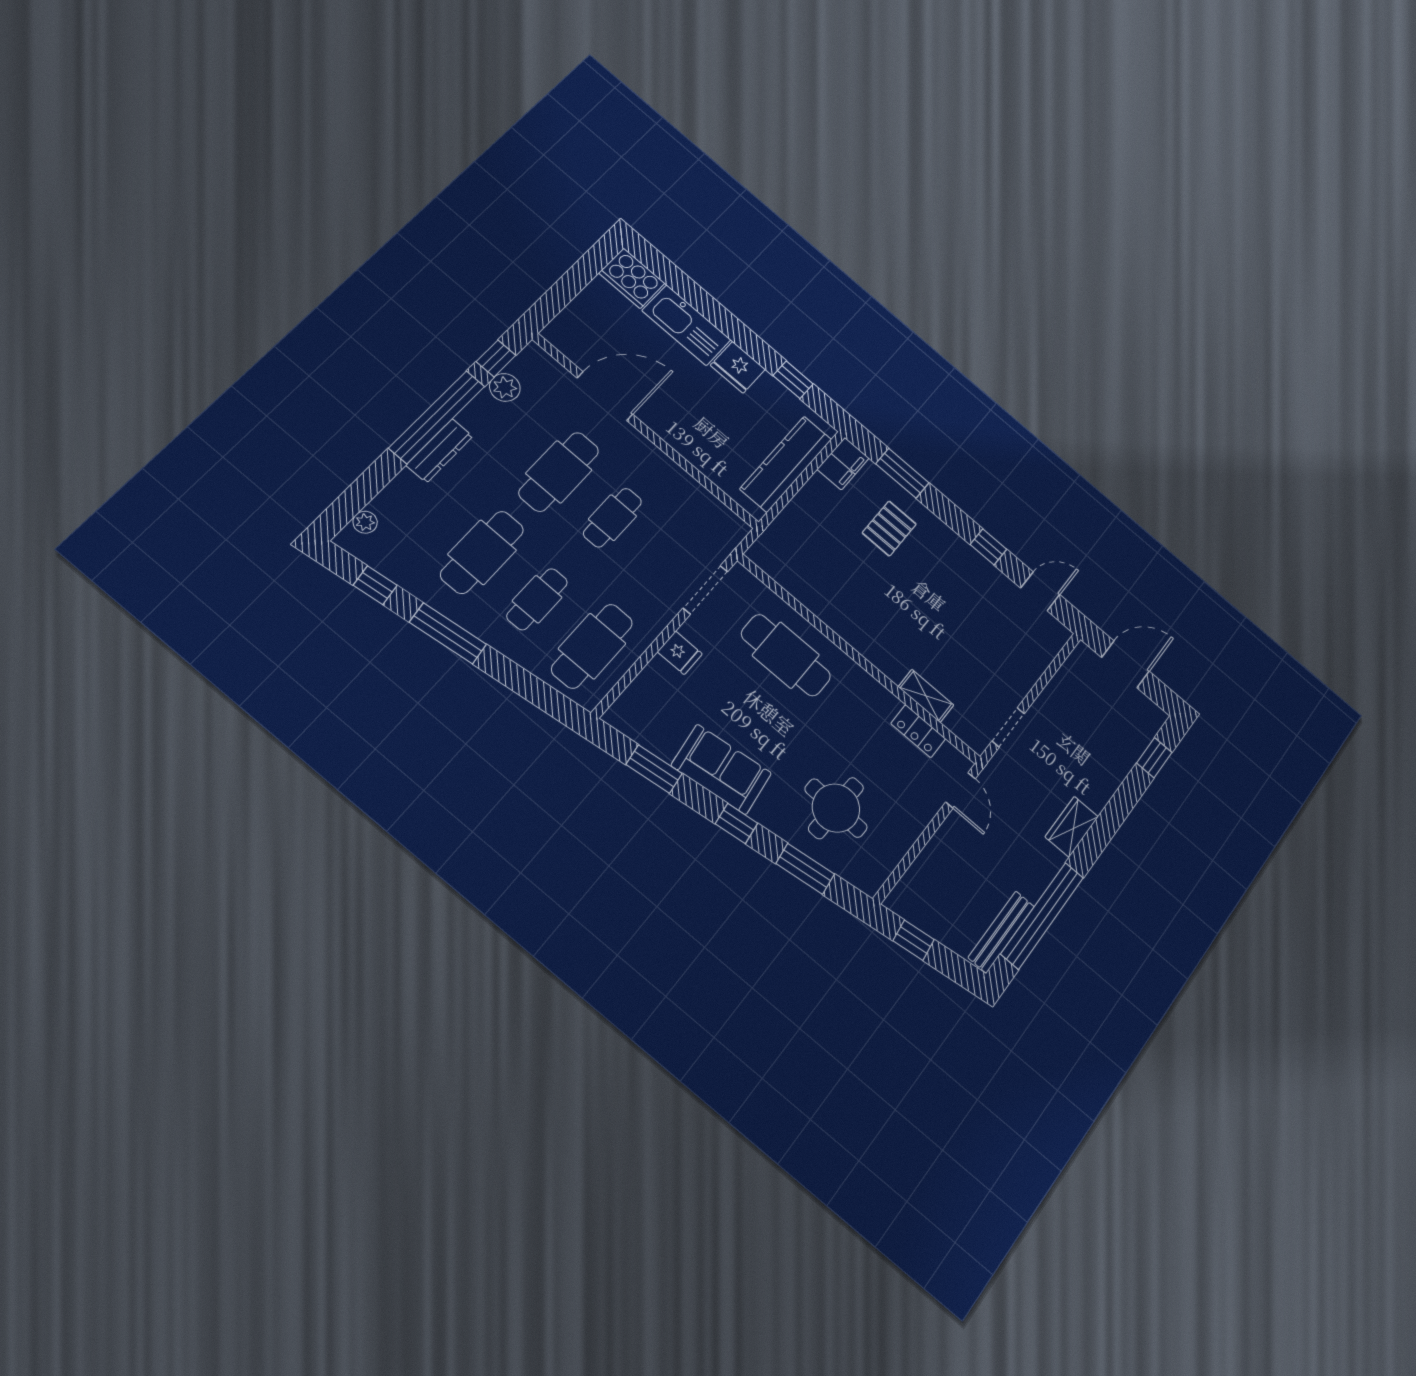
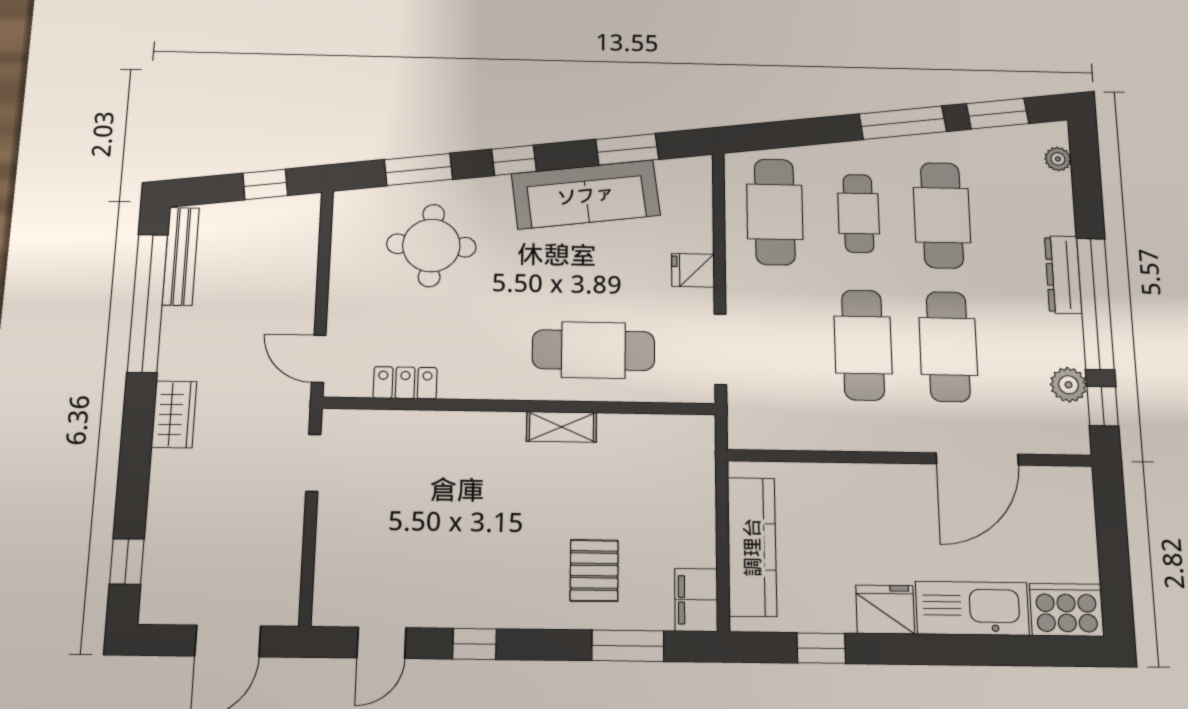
cafe table: (612, 518) -> (863, 345), width x1.37, depth x1.35
window: (375, 585) -> (998, 114), width x1.50
shelving: (926, 696) -> (562, 427), moved
sofa: (721, 769) -> (586, 195), width x1.36

